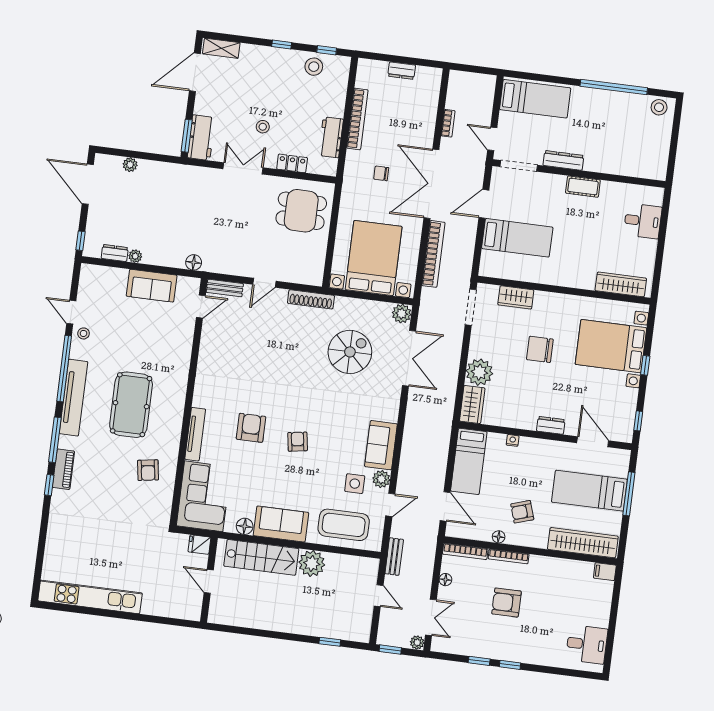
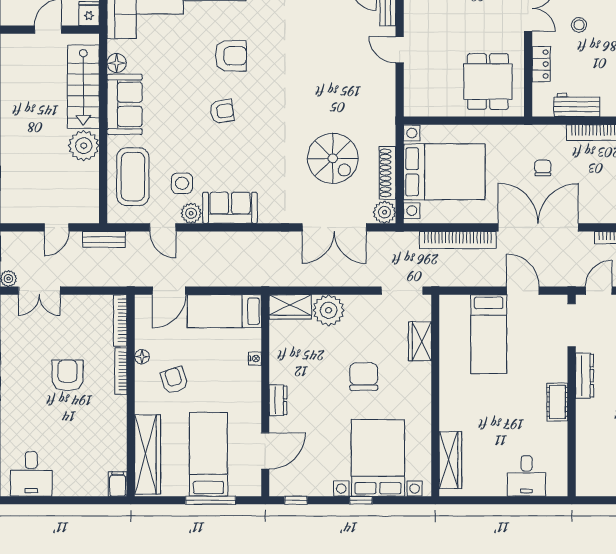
shoe rack: (311, 299) -> (388, 173), moved
floor lamp: (445, 580) -> (85, 302), removed

